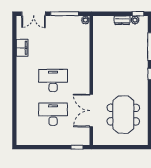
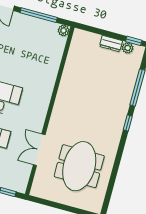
double door: (91, 111) -> (39, 150), width x0.73

